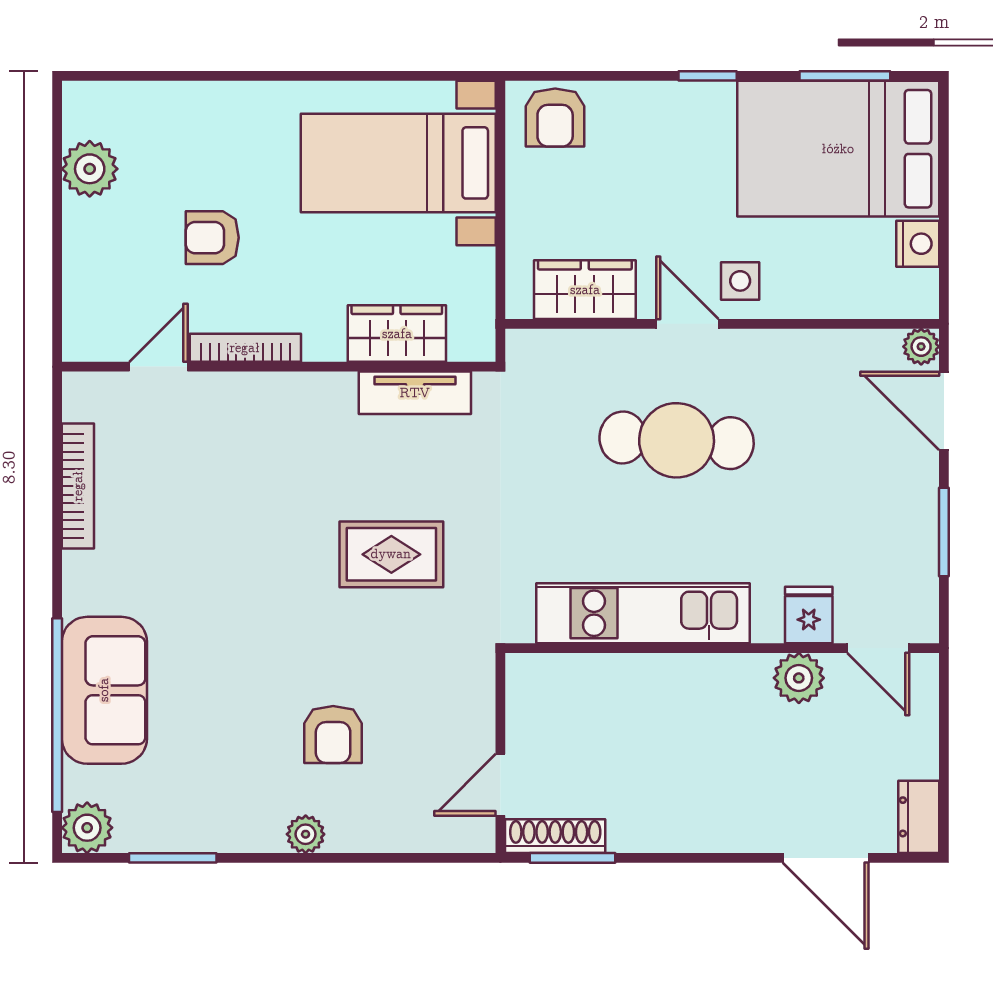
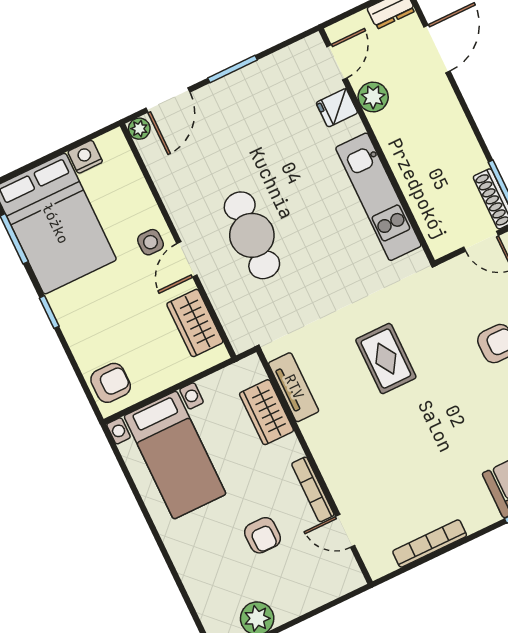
kitchen unit: (643, 613) -> (378, 197), moved
fridge: (809, 615) -> (337, 108), moved
wall: (722, 648) -> (377, 146), moved
door: (878, 648) -> (337, 62), moved
plant: (799, 678) -> (373, 97), moved

